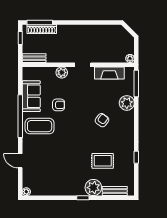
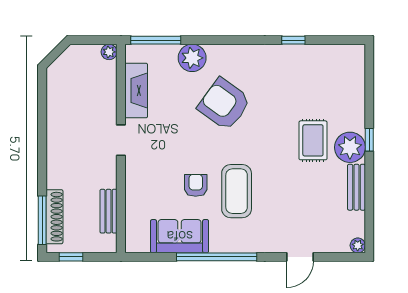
bench: (34, 58) -> (109, 211), moved
plant: (62, 73) -> (135, 179), removed
armchair: (102, 120) -> (224, 104), width x1.88, depth x1.88
coffee table: (40, 126) -> (237, 191), moved
rug: (103, 161) -> (313, 140), moved
plant: (93, 188) -> (350, 147), moved
bench: (115, 191) -> (356, 187), moved

